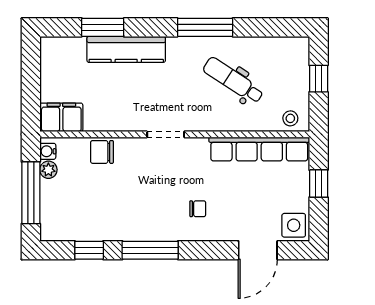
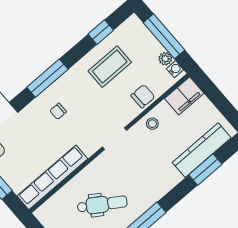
kitchen counter: (126, 49) -> (202, 150), moved
stool: (290, 118) -> (152, 124), moved
coffee table: (109, 209) -> (110, 67), added
window: (150, 250) -> (47, 78), moved

